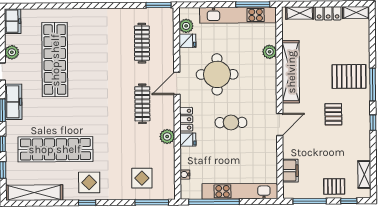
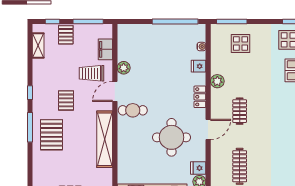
plant: (270, 52) -> (124, 68), moved
pallet: (349, 76) -> (52, 135), turned 90
clothes rail: (142, 104) -> (240, 111), width x0.73
cafe table: (231, 122) -> (133, 110), moved
fridge: (188, 140) -> (198, 66), moved
trolley: (305, 144) -> (92, 73), added
pallet: (334, 186) -> (66, 35), turned 90
kitchen unit: (240, 191) -> (152, 31), removed

